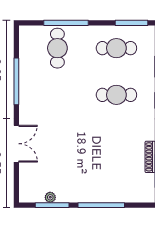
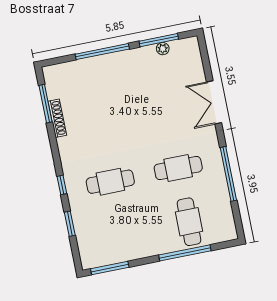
cafe table: (116, 48) -> (178, 168), moved

